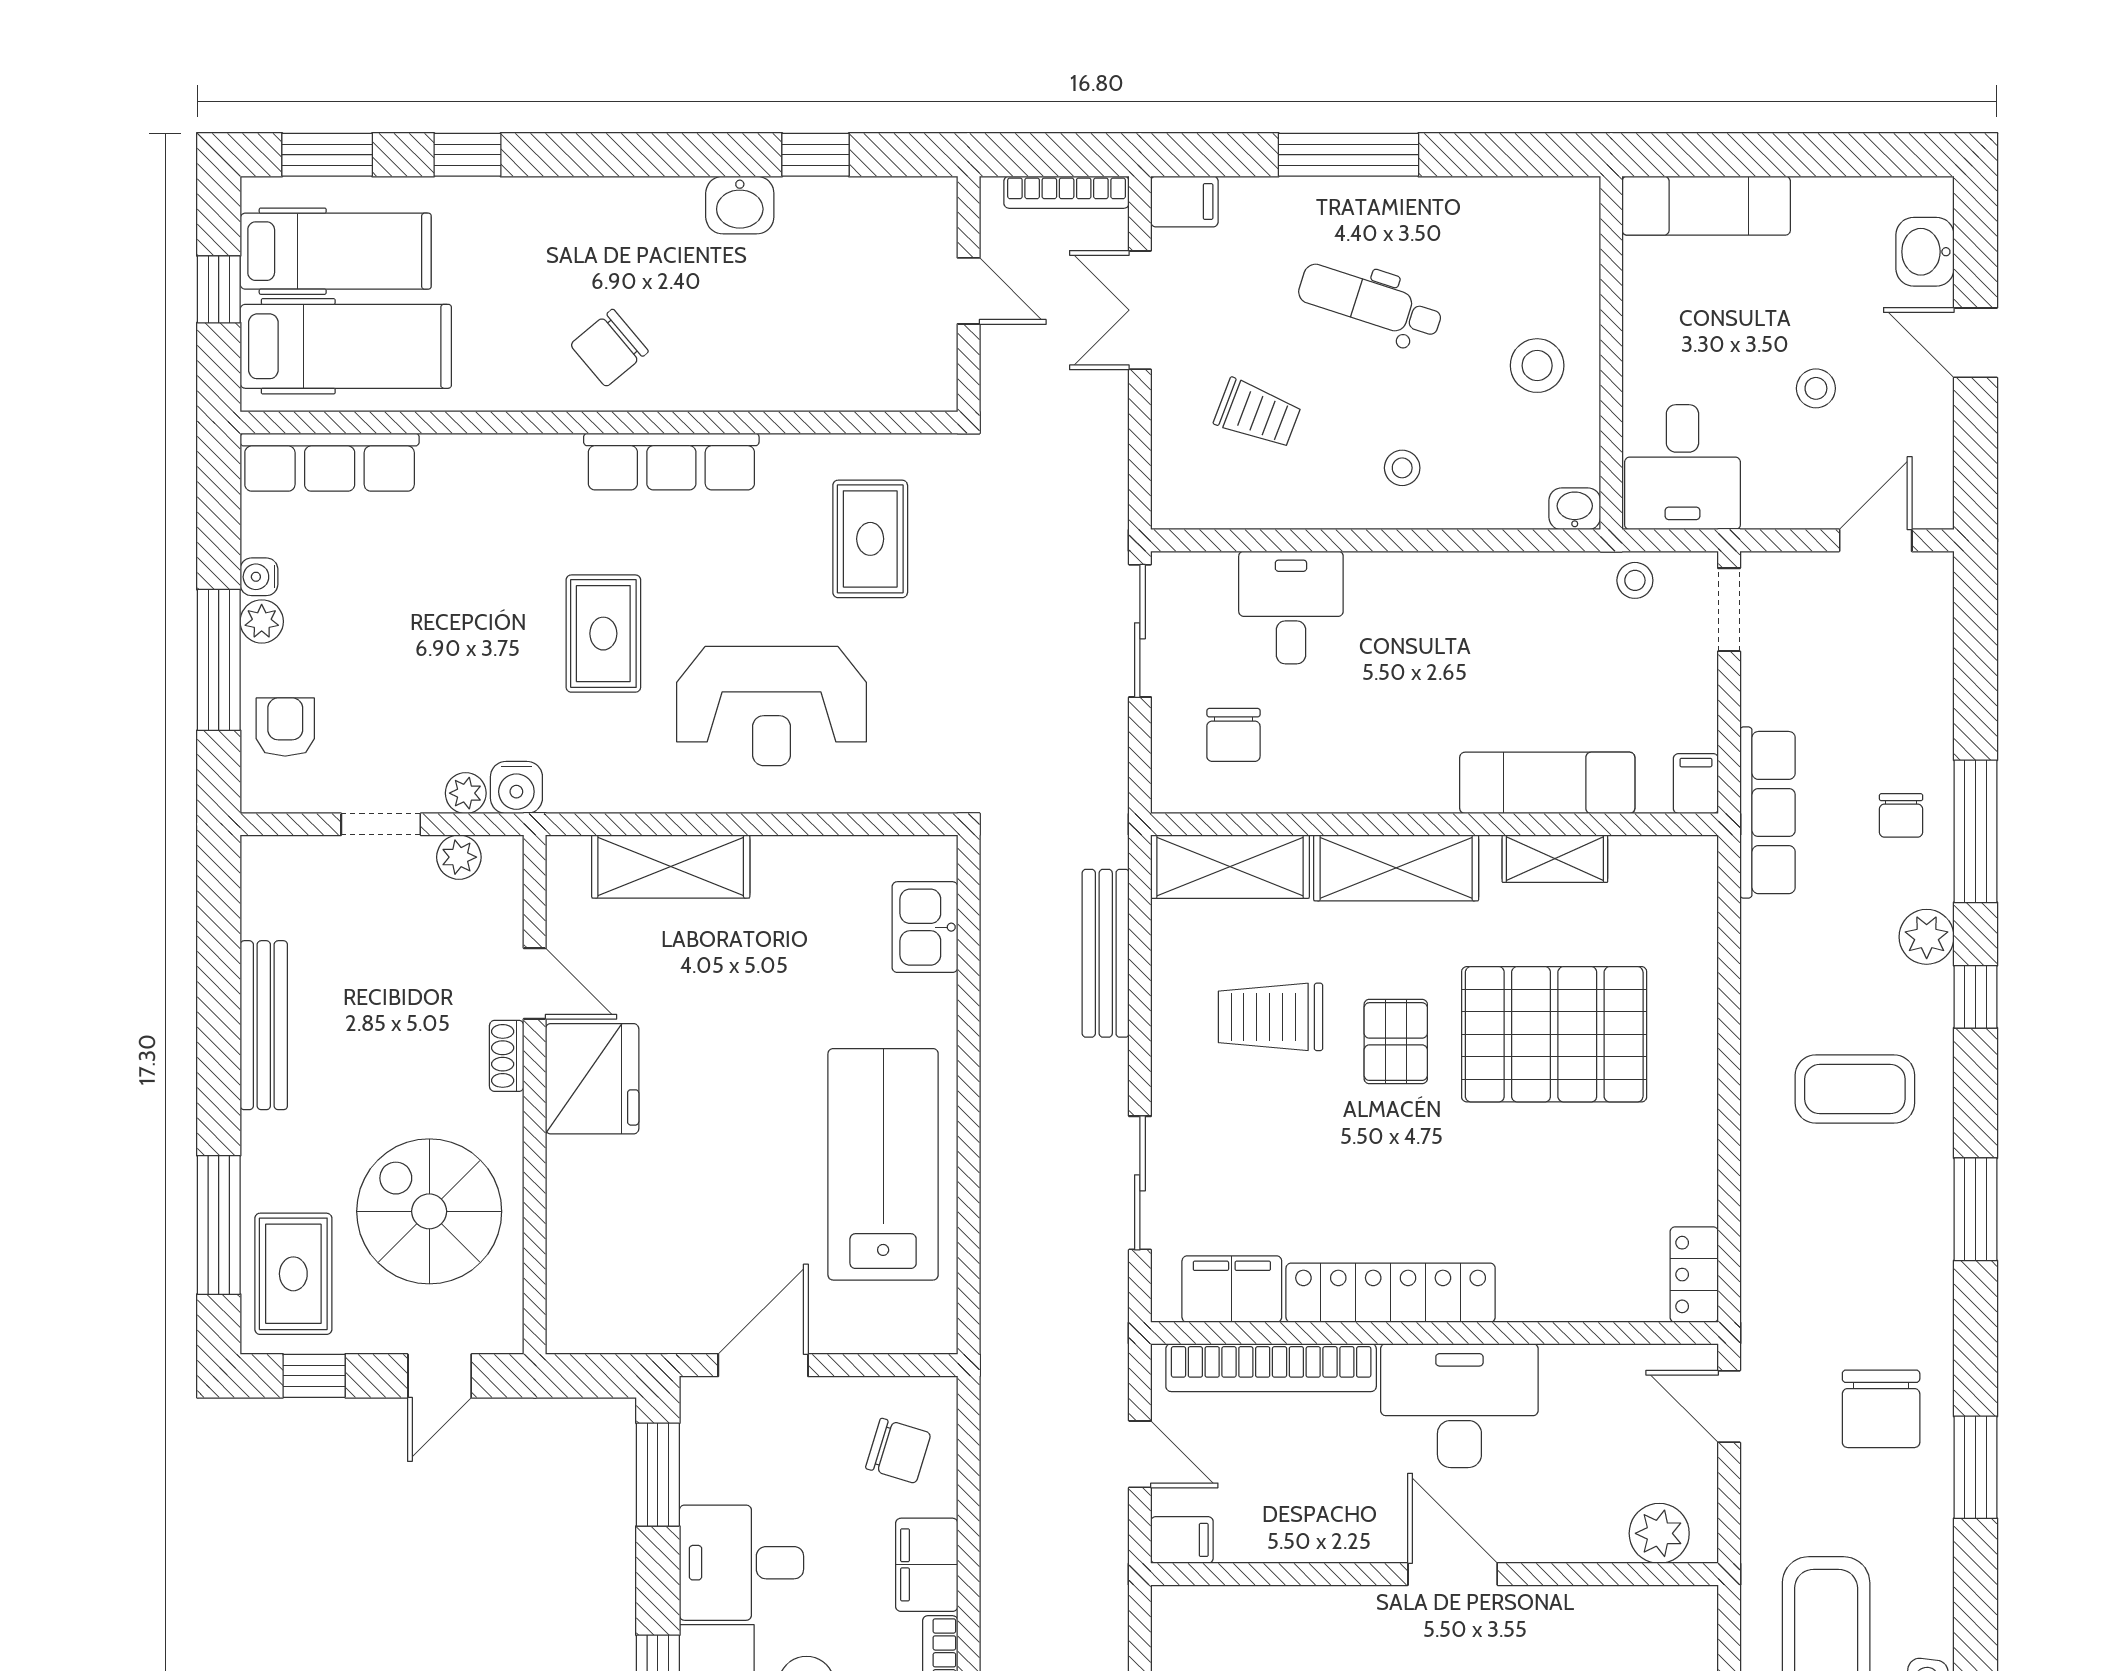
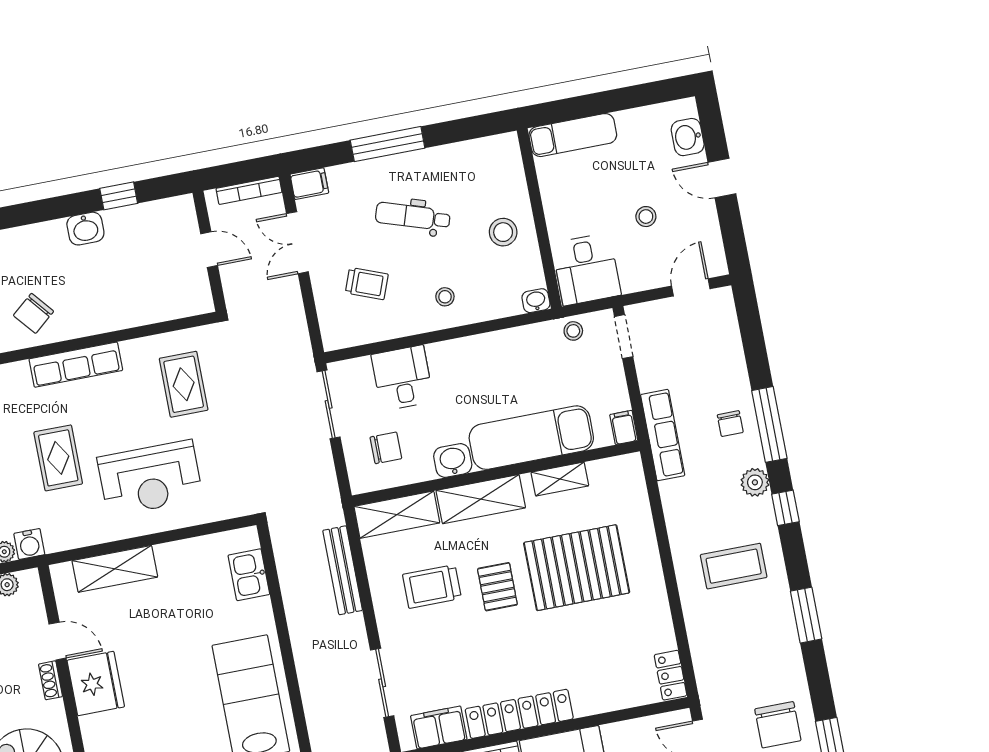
chair: (1233, 735) -> (386, 448), turned -90
exam couch: (1547, 783) -> (531, 438), width x1.36, depth x1.45
washbasin: (1357, 784) -> (453, 460), added

